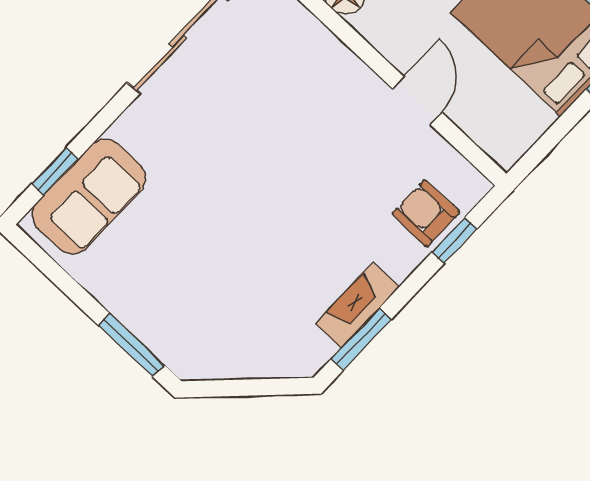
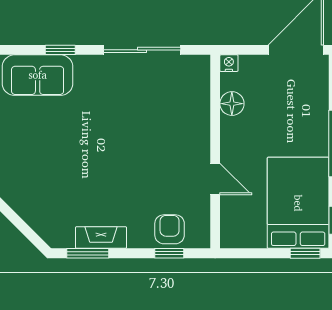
door: (417, 101) -> (215, 179), hinge flipped
window: (55, 171) -> (60, 50), moved

